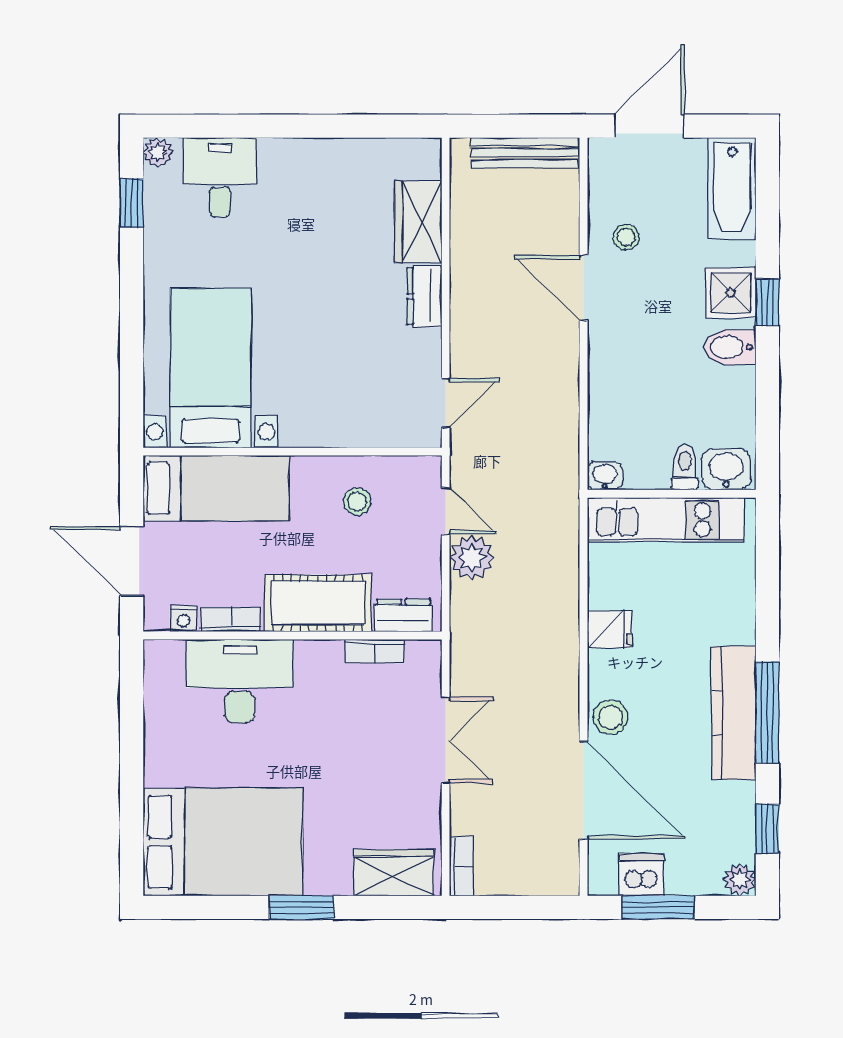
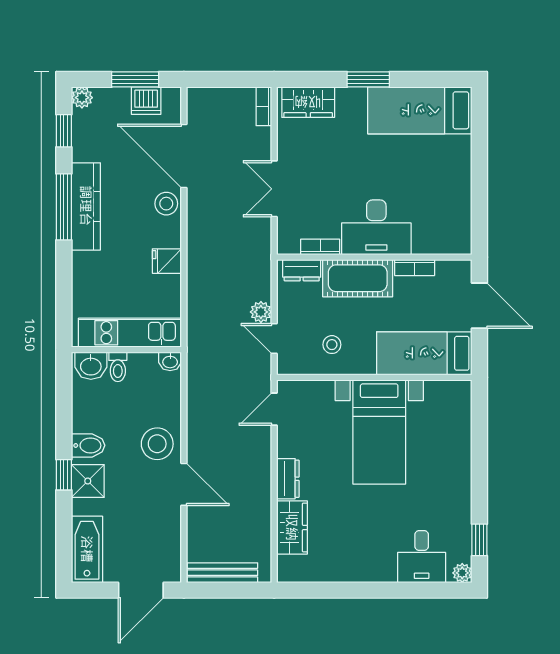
stool: (626, 237) -> (157, 444), moved, width x1.89, depth x1.89
bed with nightstands: (211, 368) -> (379, 432), moved
plant: (472, 558) -> (261, 312), width x0.73, depth x0.73
nightstand: (183, 619) -> (445, 268), removed
desk: (240, 681) -> (376, 227), moved
bed: (223, 842) -> (420, 110), width x0.67

